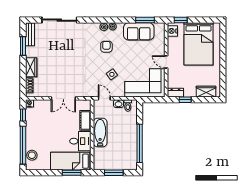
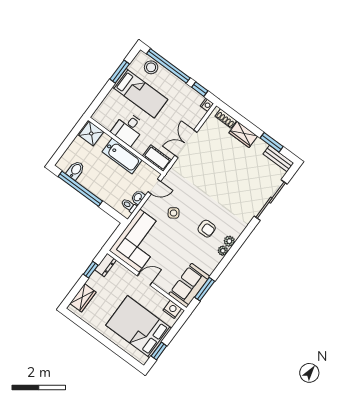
window: (181, 20) -> (159, 351), moved
sofa: (139, 31) -> (189, 285), moved
cot: (85, 120) -> (157, 158), moved
bidet: (130, 155) -> (75, 170), added
bed: (71, 161) -> (140, 93), moved, turned 90
shower: (100, 162) -> (91, 134), added
window: (72, 173) -> (120, 72), moved
window: (114, 173) -> (70, 139), removed

